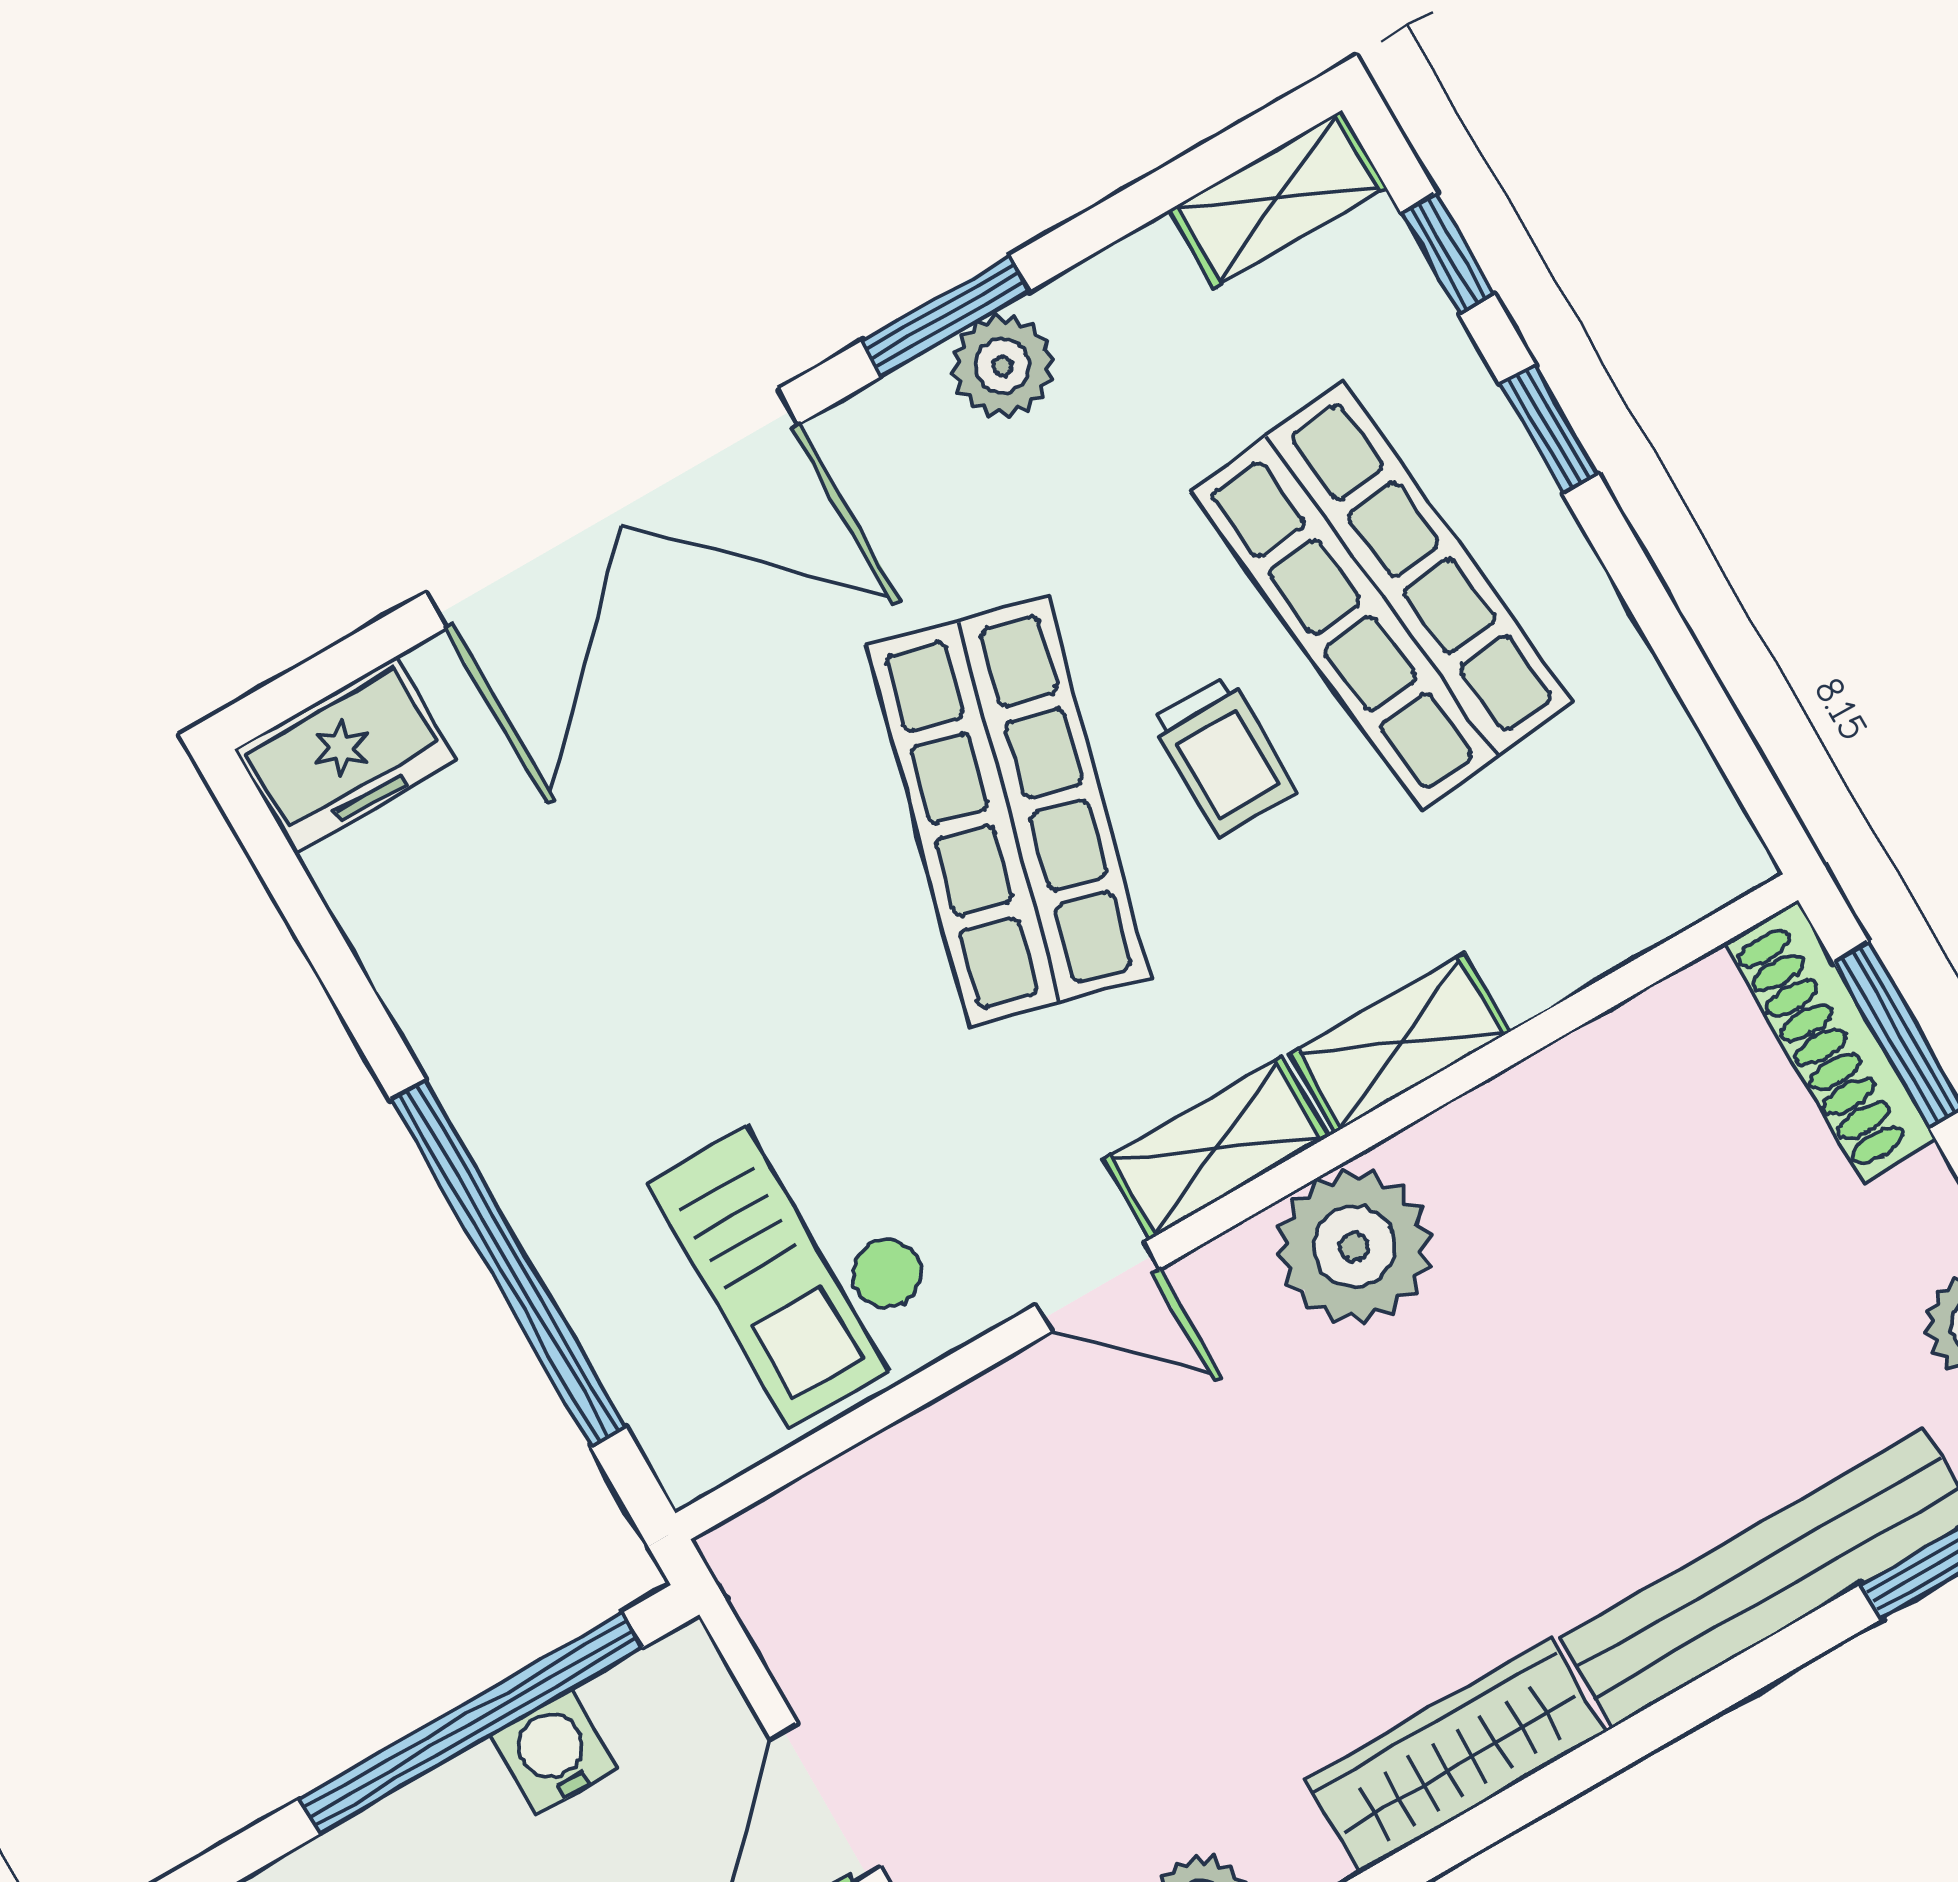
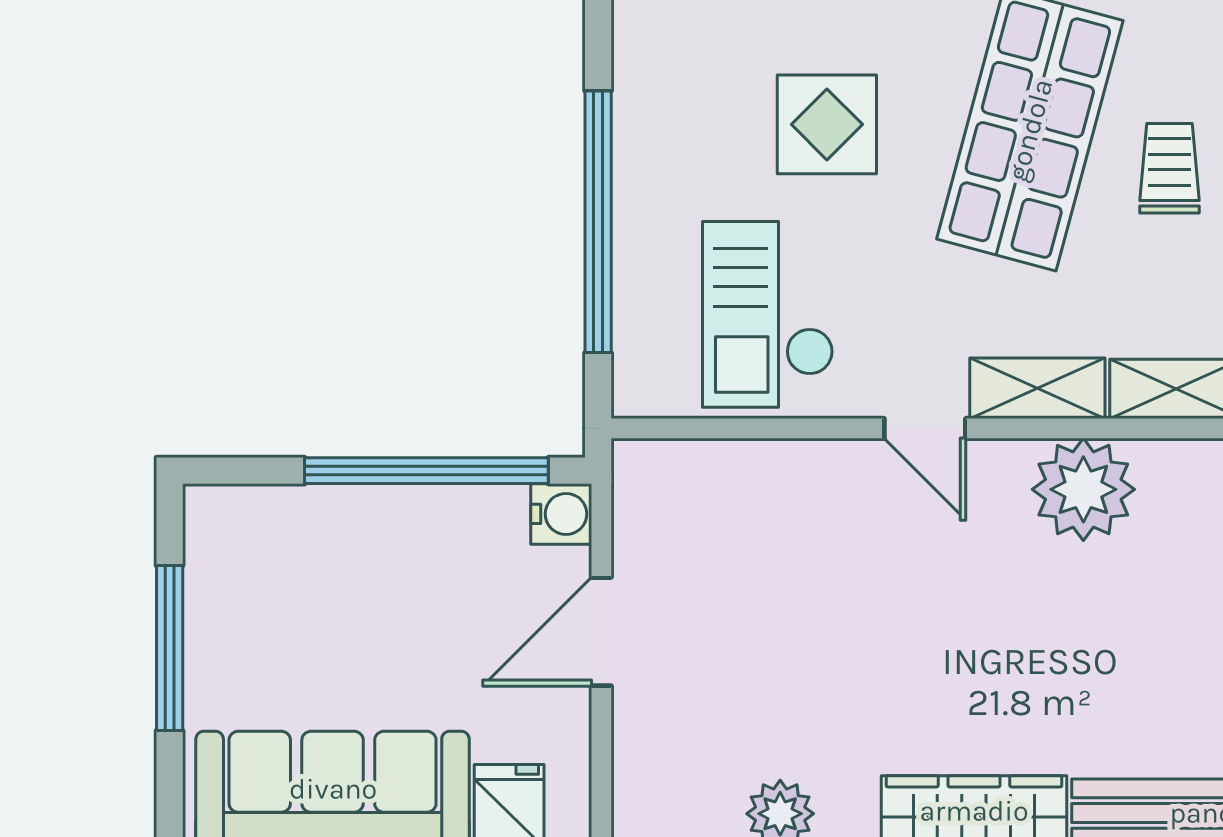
trolley: (1223, 756) -> (1170, 168), turned 180
display table: (736, 960) -> (827, 124), added
water cooler: (554, 1752) -> (561, 514), moved, turned 90

